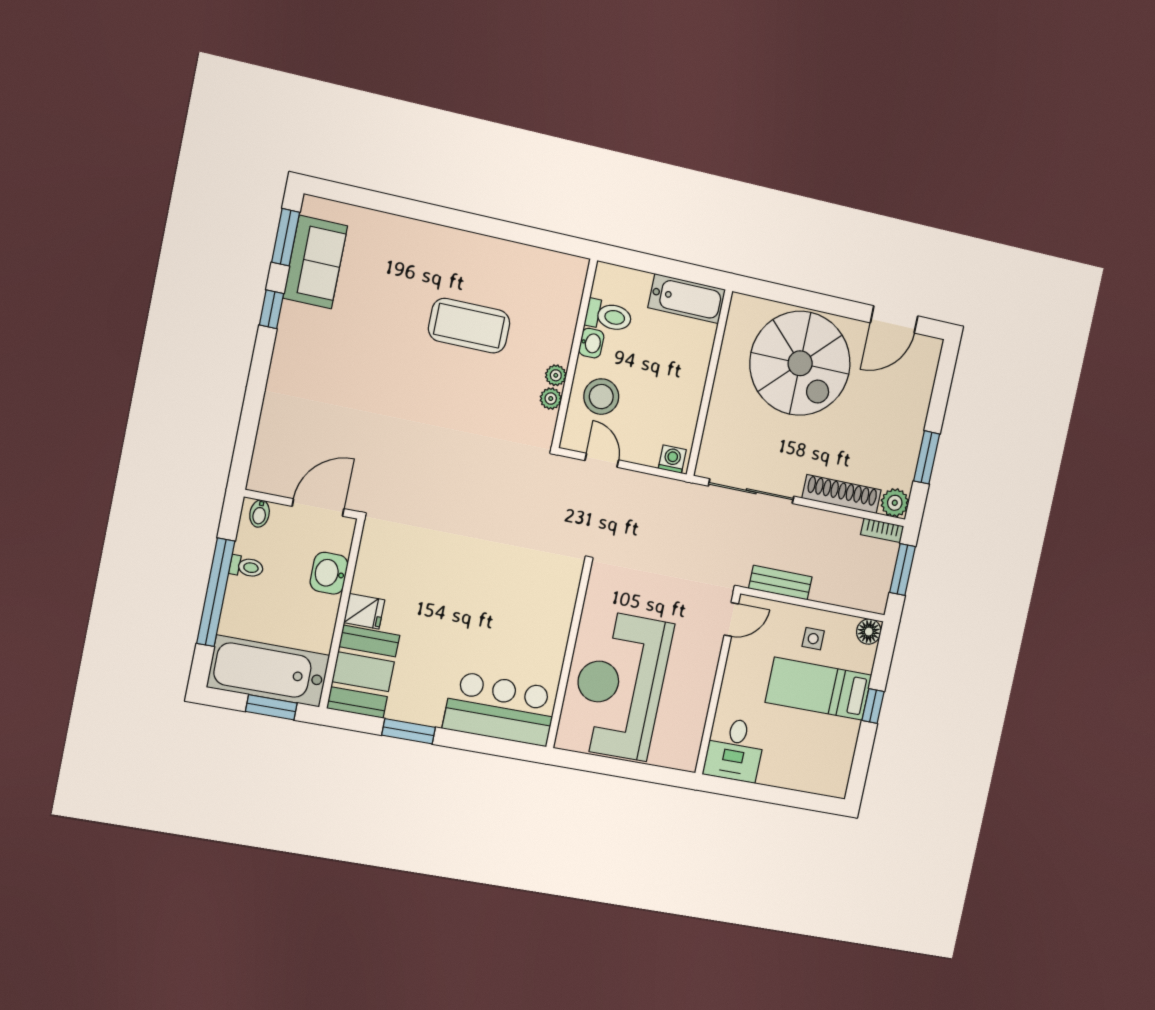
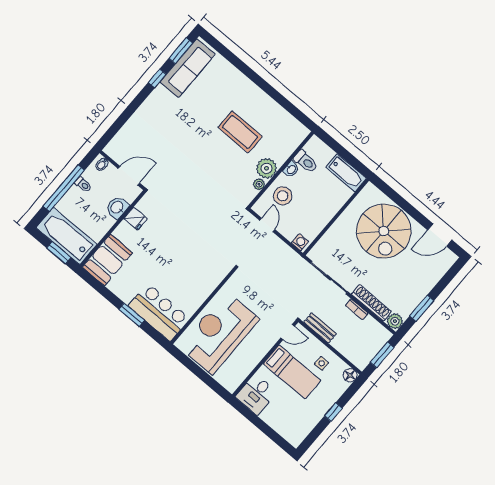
sofa: (315, 262) -> (188, 68), width x1.36
plant: (556, 375) -> (266, 168), width x1.87, depth x1.87
bookcase: (882, 530) -> (357, 309), moved
fridge: (364, 611) -> (135, 219), moved
bed: (818, 689) -> (292, 372), moved, turned 180
window: (409, 731) -> (132, 315), moved

